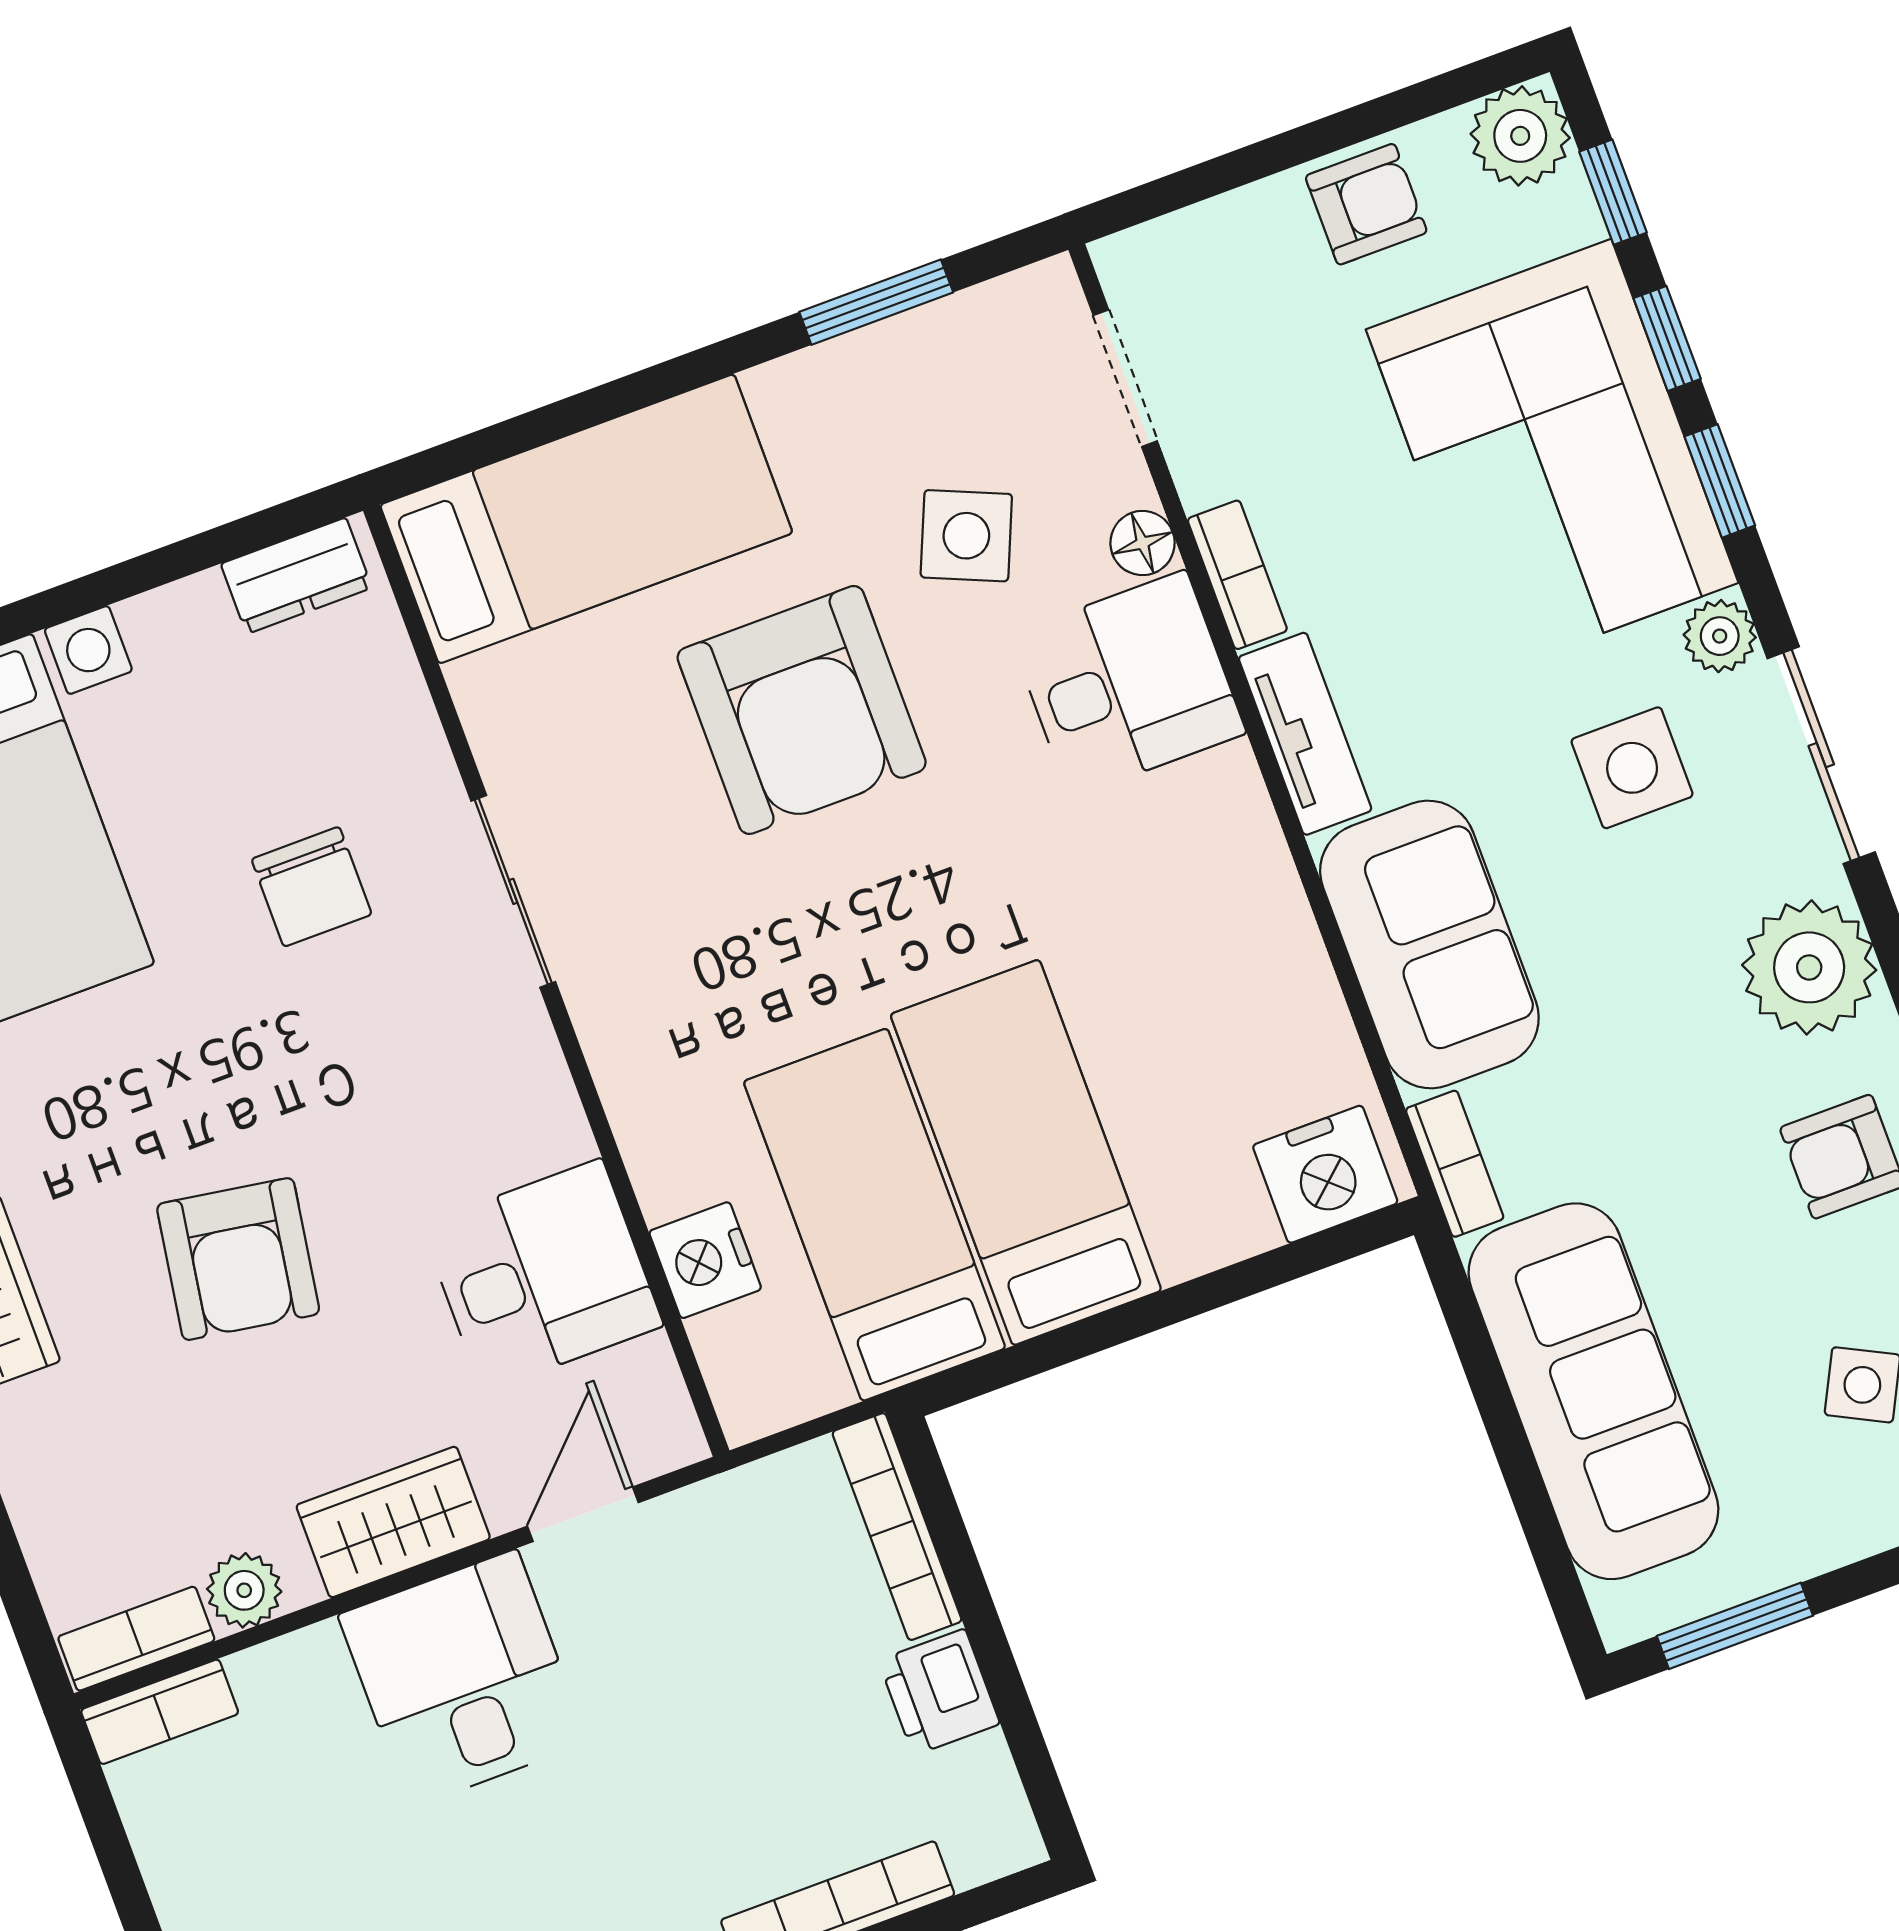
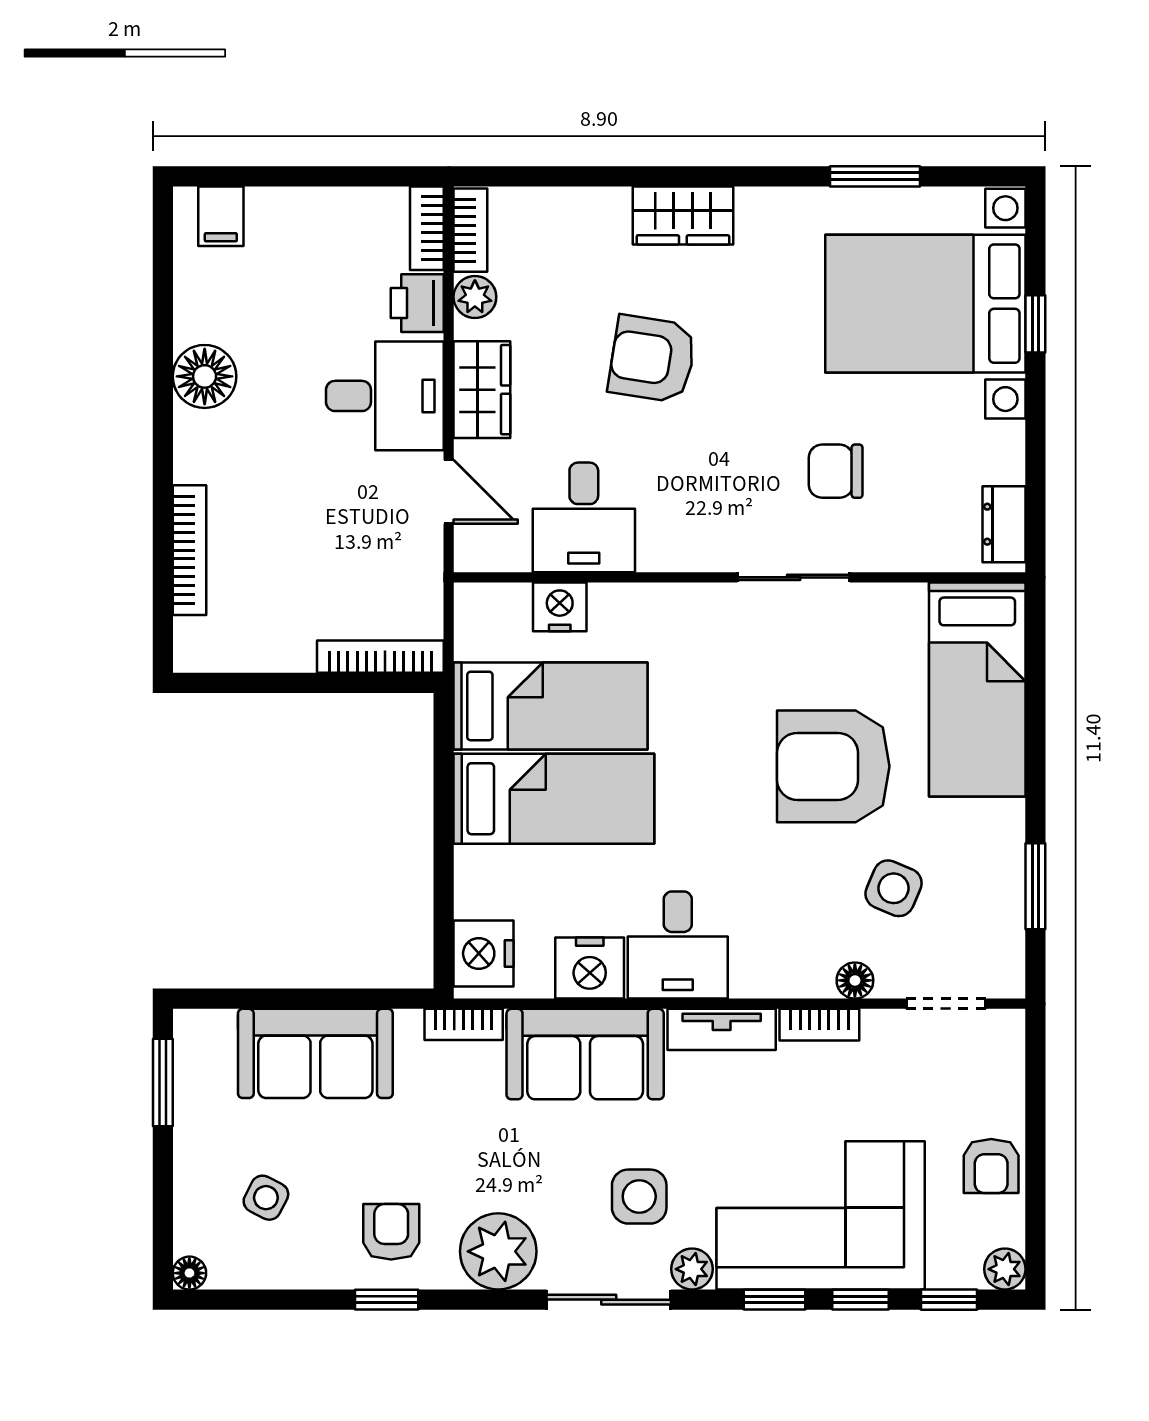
plant: (1520, 136) -> (1005, 1269), width x0.73, depth x0.73
desk: (1128, 684) -> (678, 945), moved
nightstand: (1284, 990) -> (590, 968), added
sofa: (1593, 1391) -> (315, 1053), width x0.73
printer: (939, 1692) -> (417, 303), moved, turned -90

